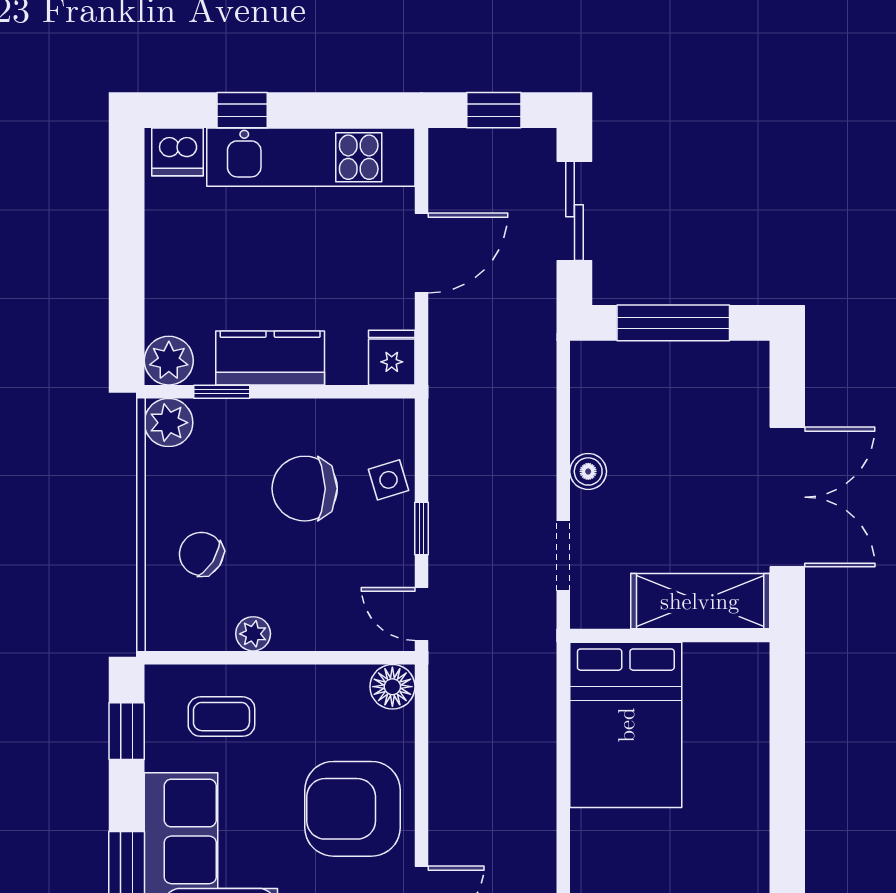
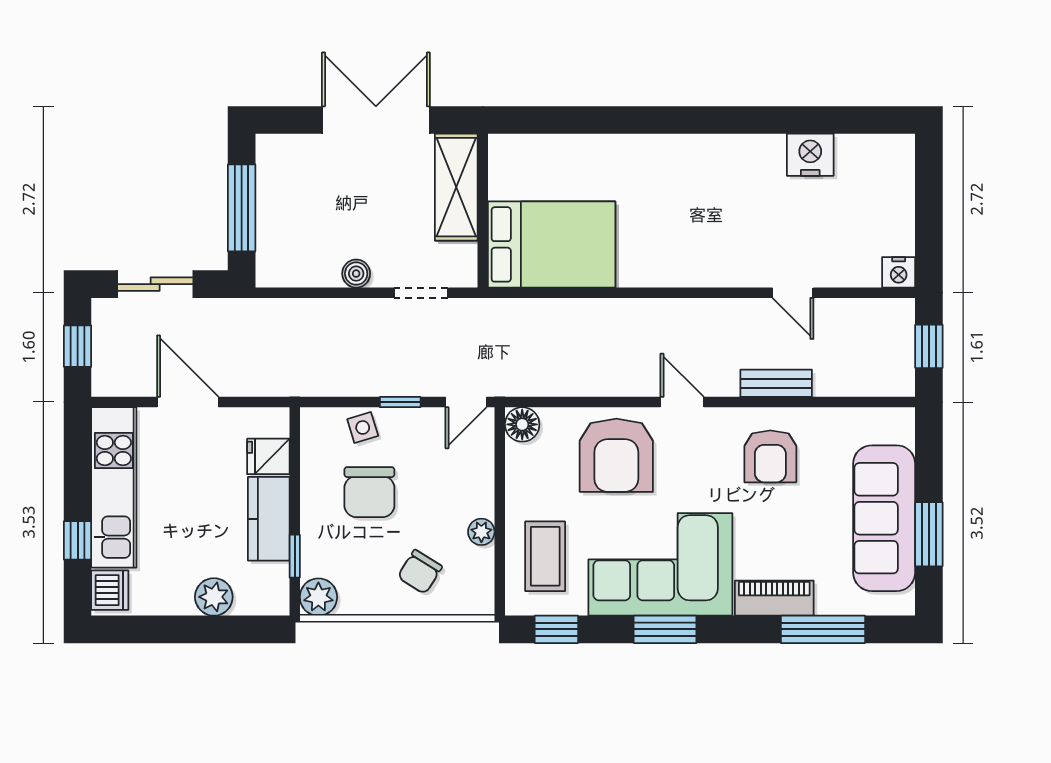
fridge: (392, 358) -> (268, 456), moved
plant: (169, 361) -> (214, 597), moved
coffee table: (221, 717) -> (545, 556), width x1.36, depth x1.30

